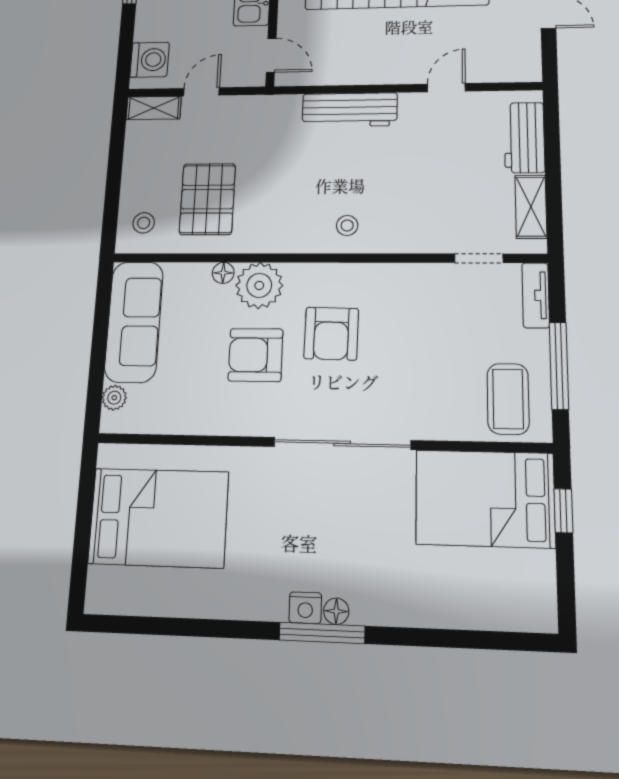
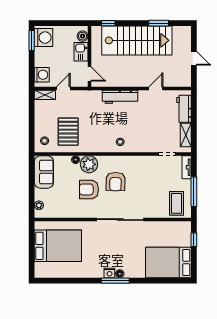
sofa: (134, 321) -> (44, 172), width x0.73
bed: (485, 499) -> (168, 262), moved

